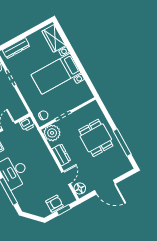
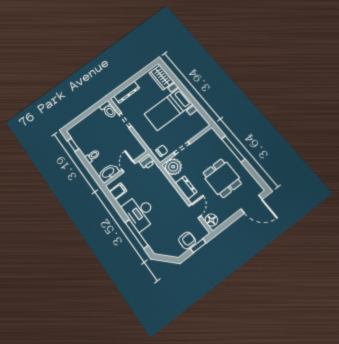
dining table: (96, 138) -> (222, 178), moved
window: (122, 143) -> (233, 149), moved
door: (105, 187) -> (252, 204), moved

